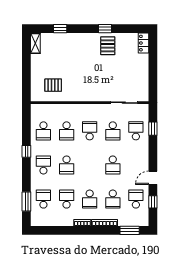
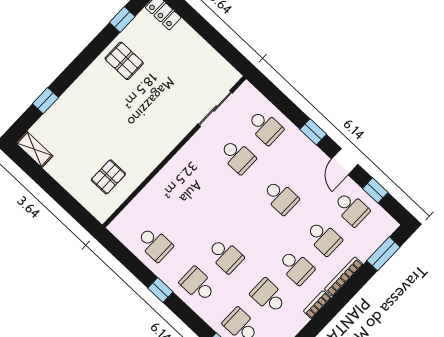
window: (105, 29) -> (122, 19), moved
window: (153, 129) -> (313, 132), moved
school desk: (67, 131) -> (182, 215), removed
school desk: (90, 131) -> (210, 186), removed
school desk: (136, 131) -> (265, 127), turned 180
school desk: (136, 199) -> (351, 209), turned 180

